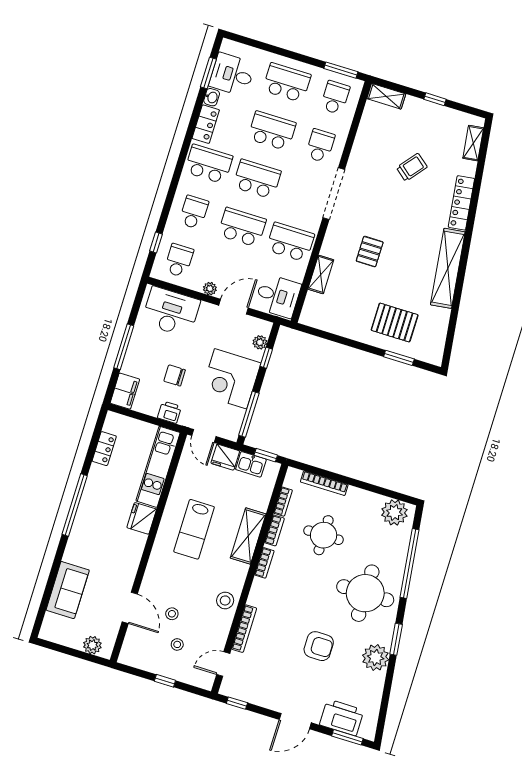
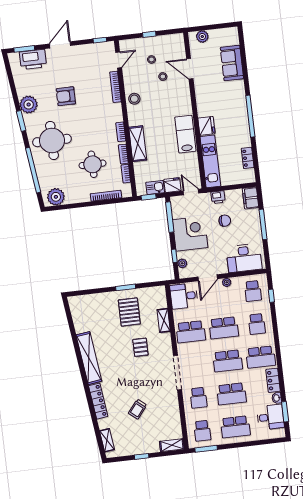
pallet: (395, 323) -> (129, 312), moved, turned 90
window: (399, 358) -> (126, 287), moved
lab bench: (194, 529) -> (185, 134), moved

